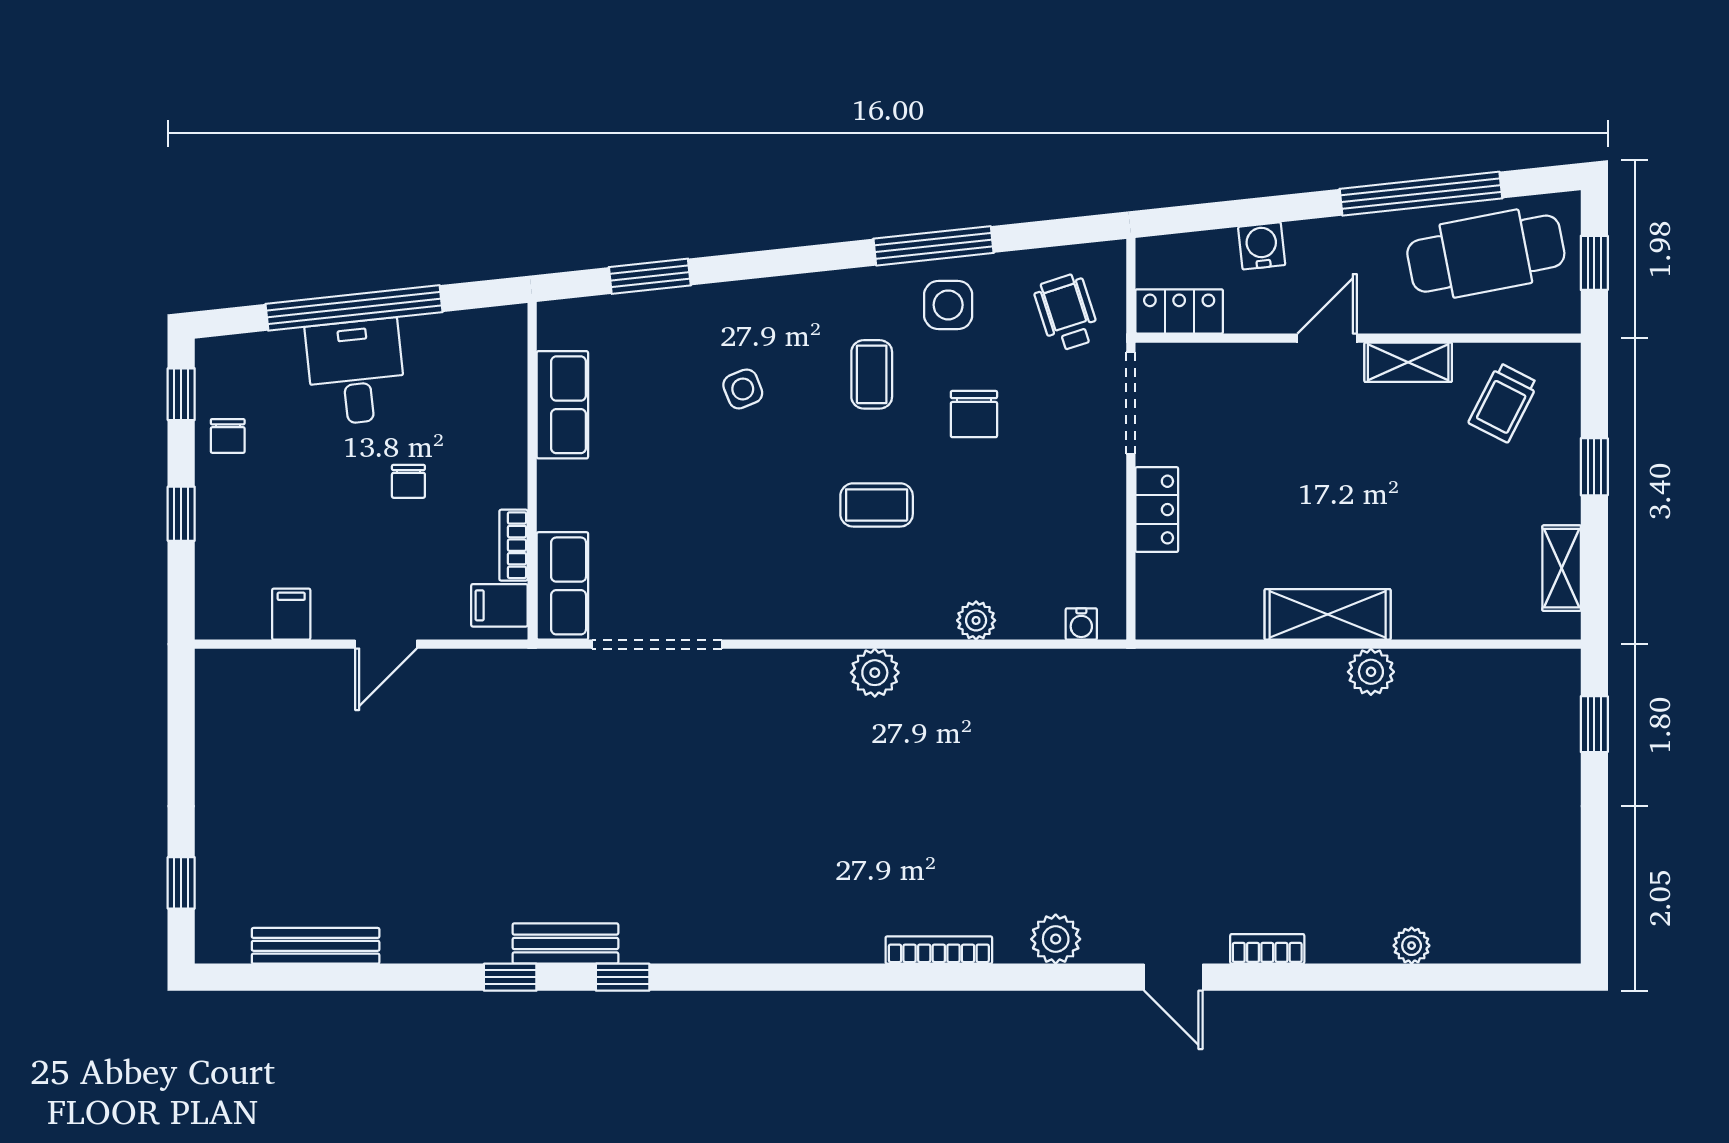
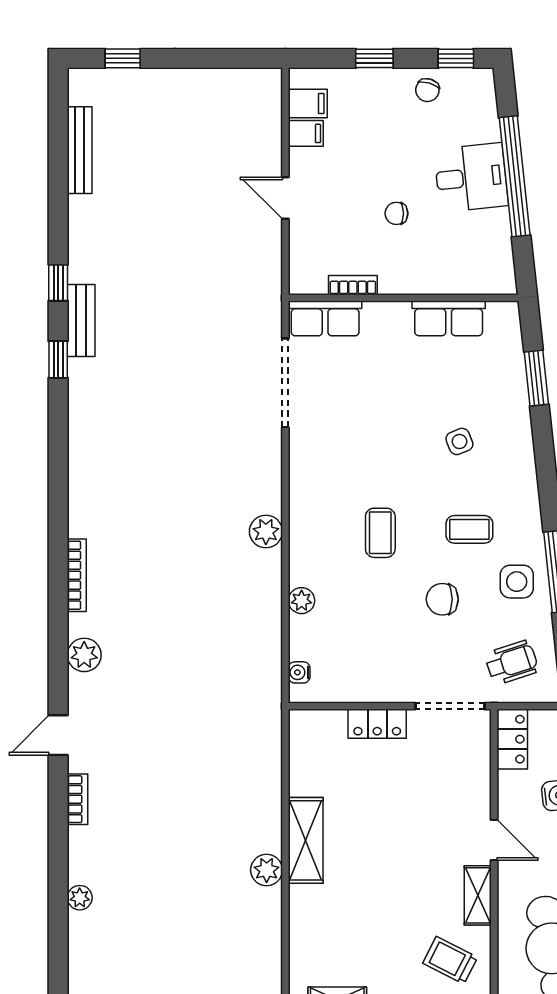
chair: (228, 436) -> (427, 90), turned -74
filing cabinet: (499, 605) -> (308, 103), moved, turned 90

